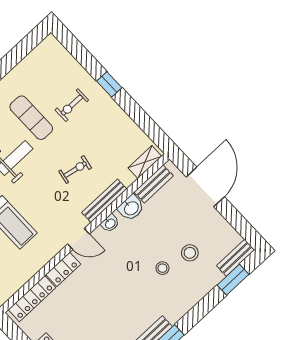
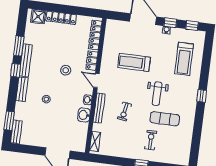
bench: (154, 184) -> (22, 89), moved
door: (79, 239) -> (96, 81), hinge flipped
stool: (190, 253) -> (66, 70), moved

